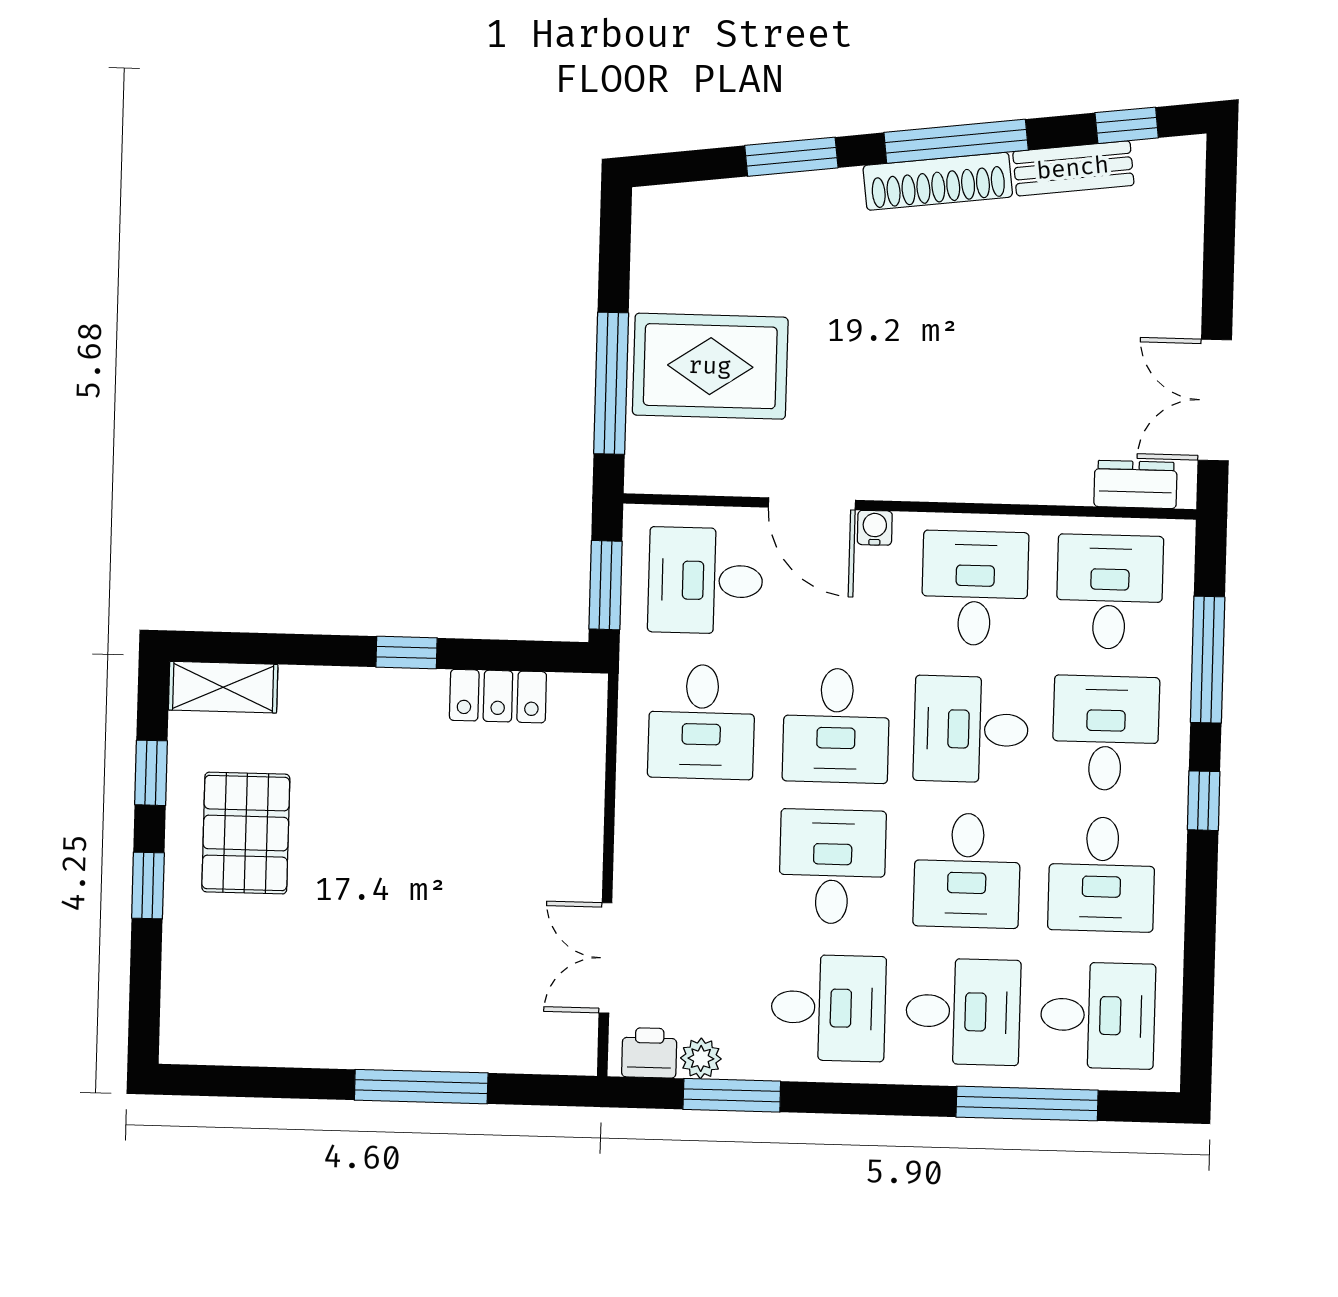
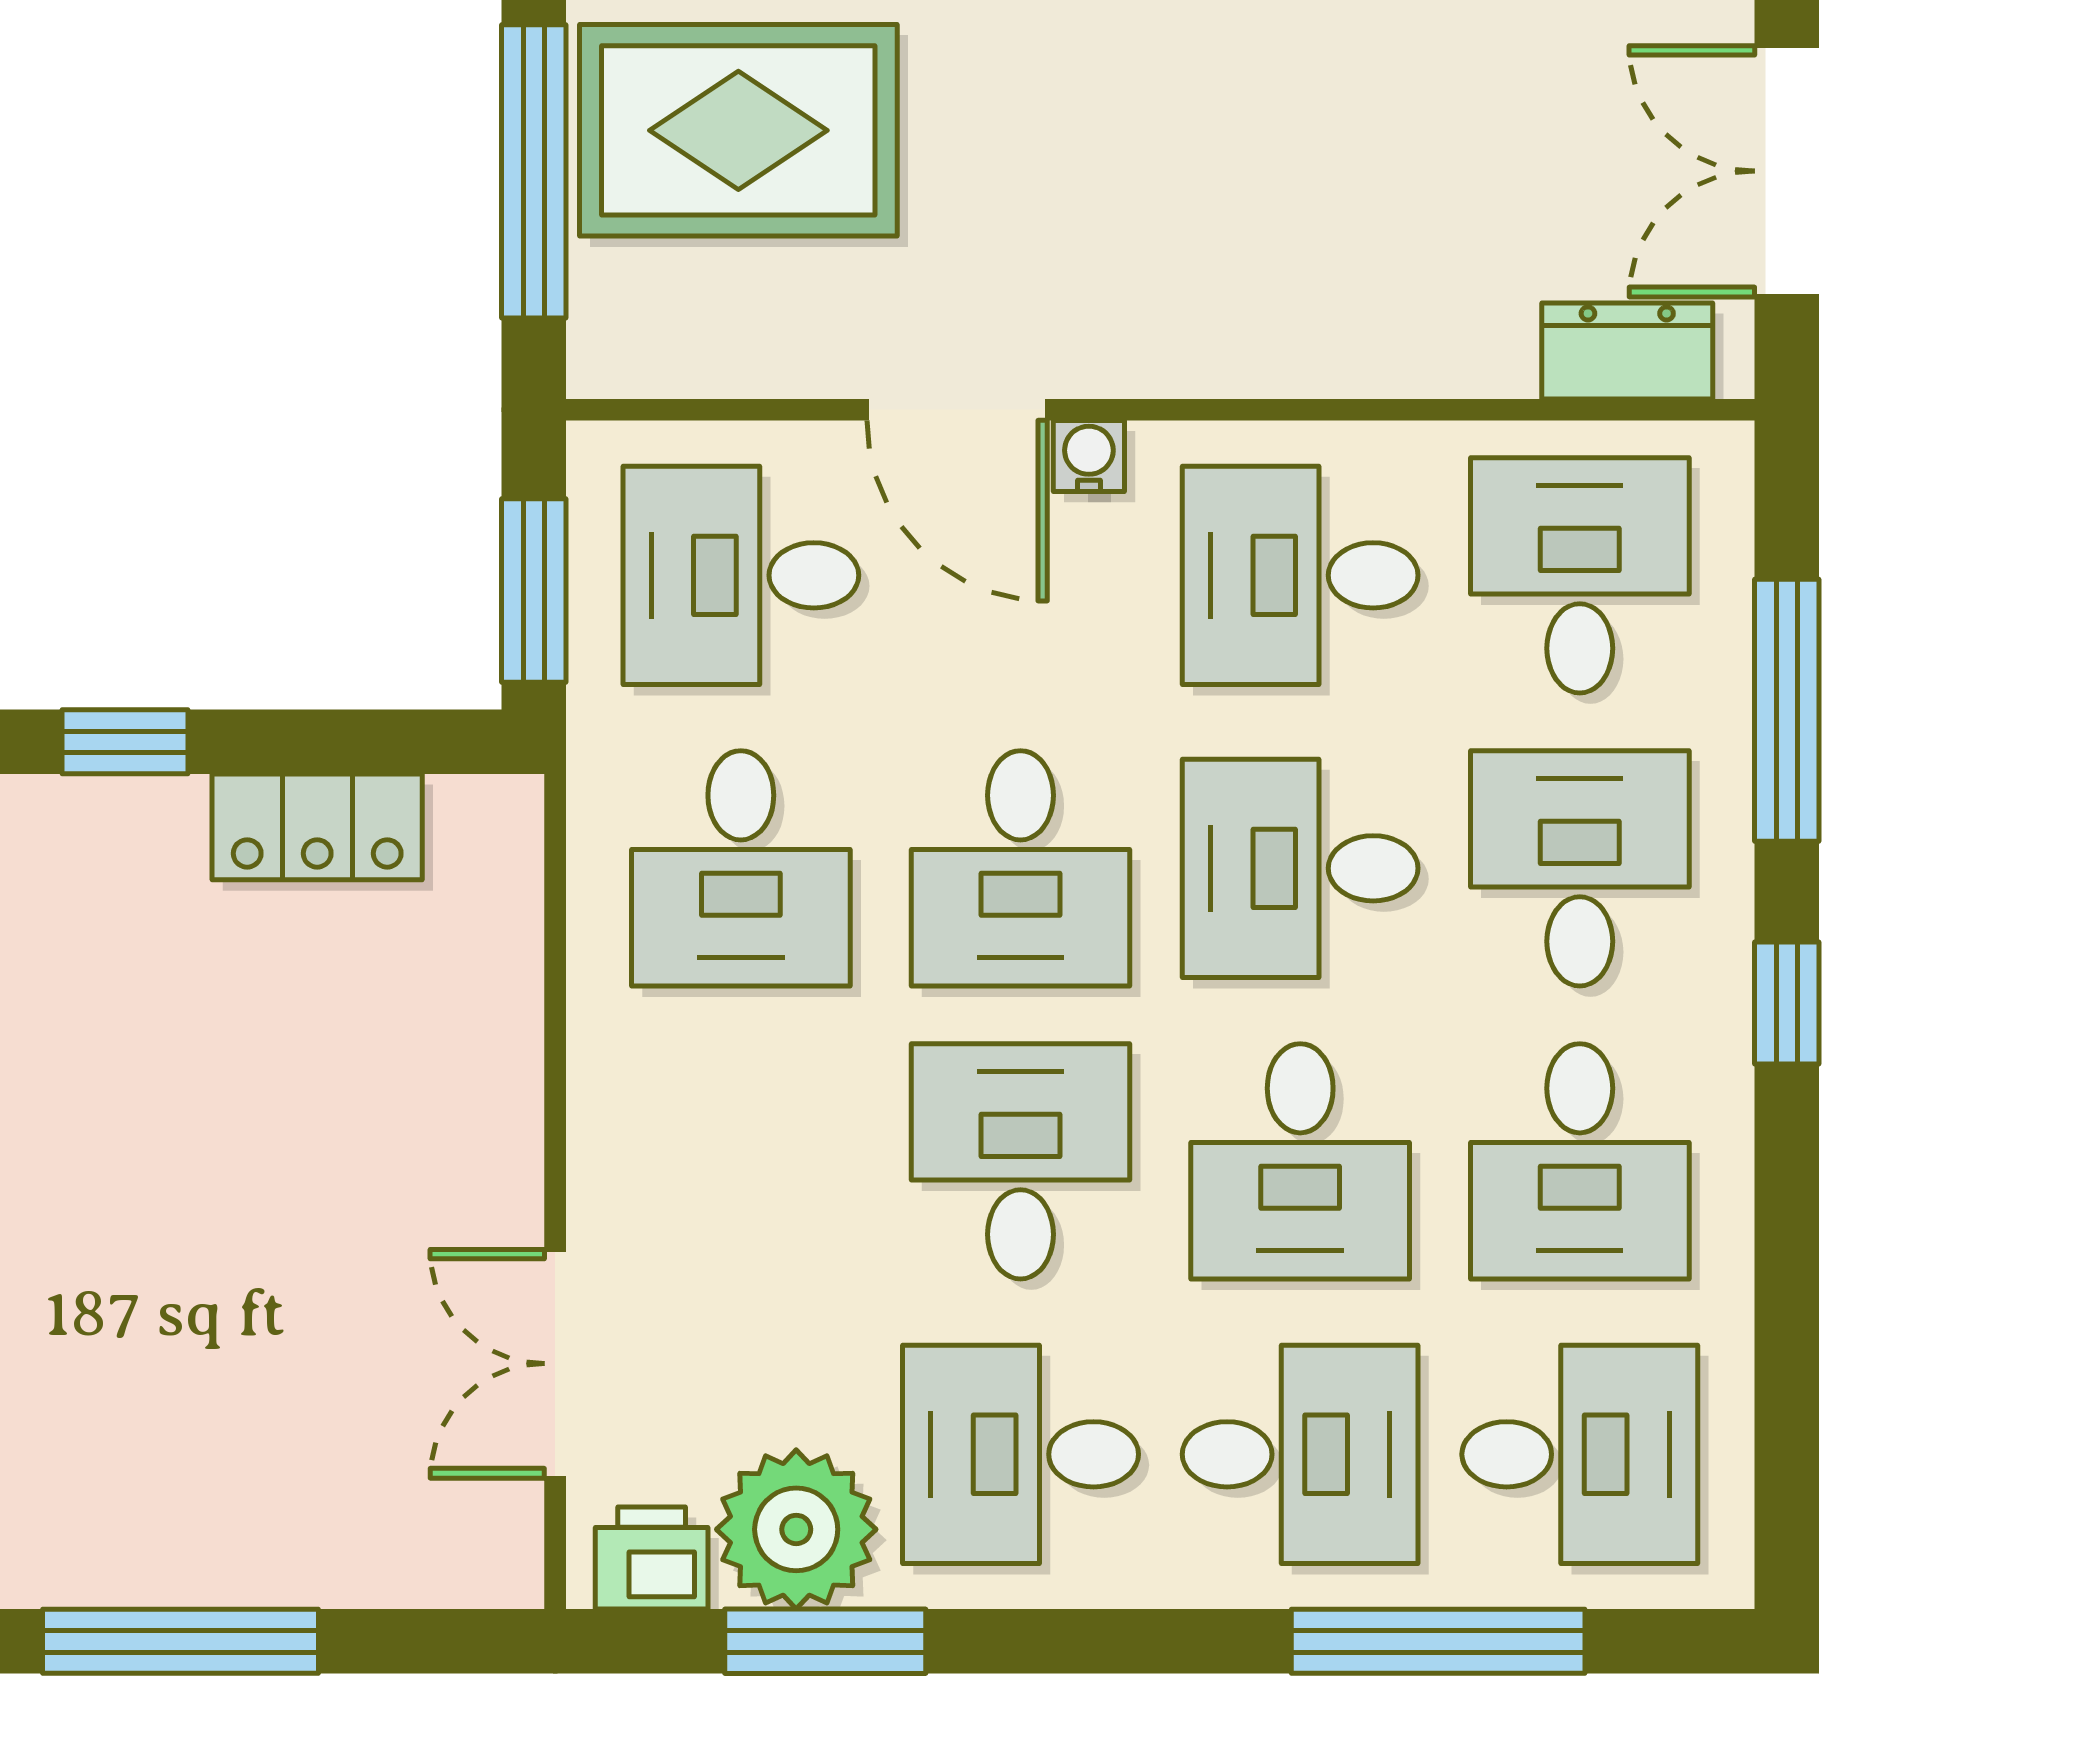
desk: (975, 588) -> (1300, 575), turned -90
desk: (828, 1008) -> (1020, 1454), turned 180
plant: (701, 1058) -> (796, 1529), width x1.88, depth x1.88

